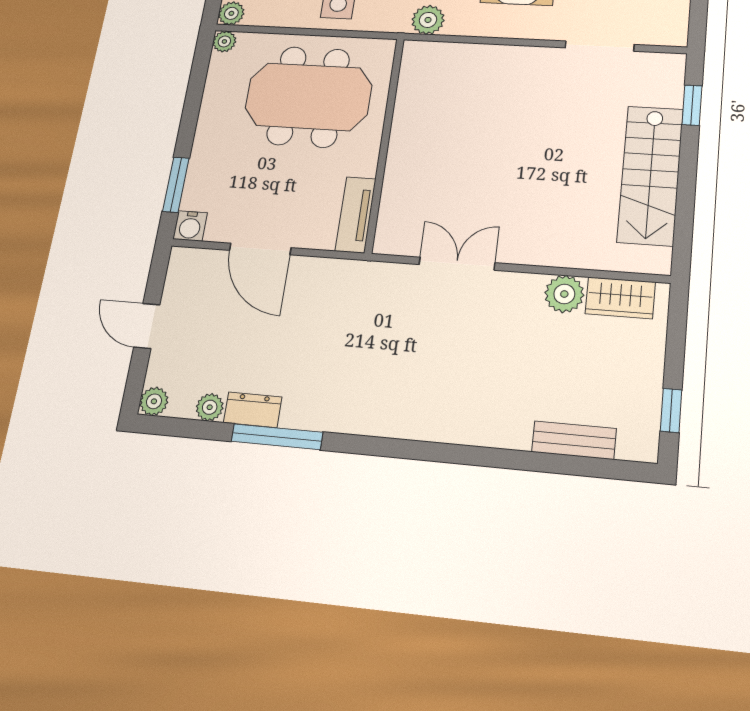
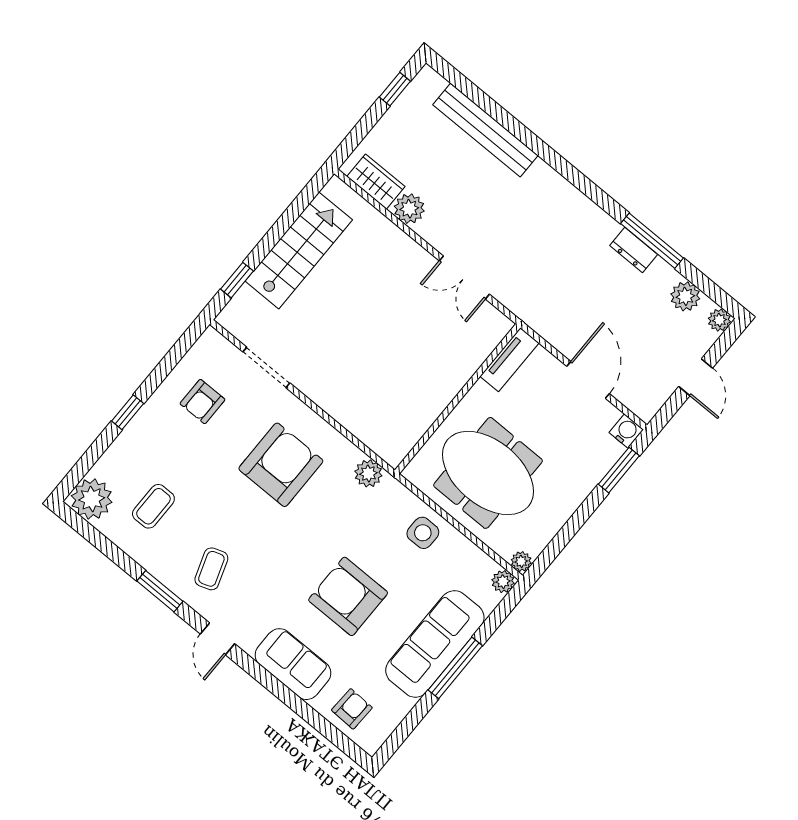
plant: (210, 407) -> (685, 296), width x1.38, depth x1.38
dresser: (253, 410) -> (634, 250), moved
bench: (574, 440) -> (485, 130), width x1.86, depth x1.21

